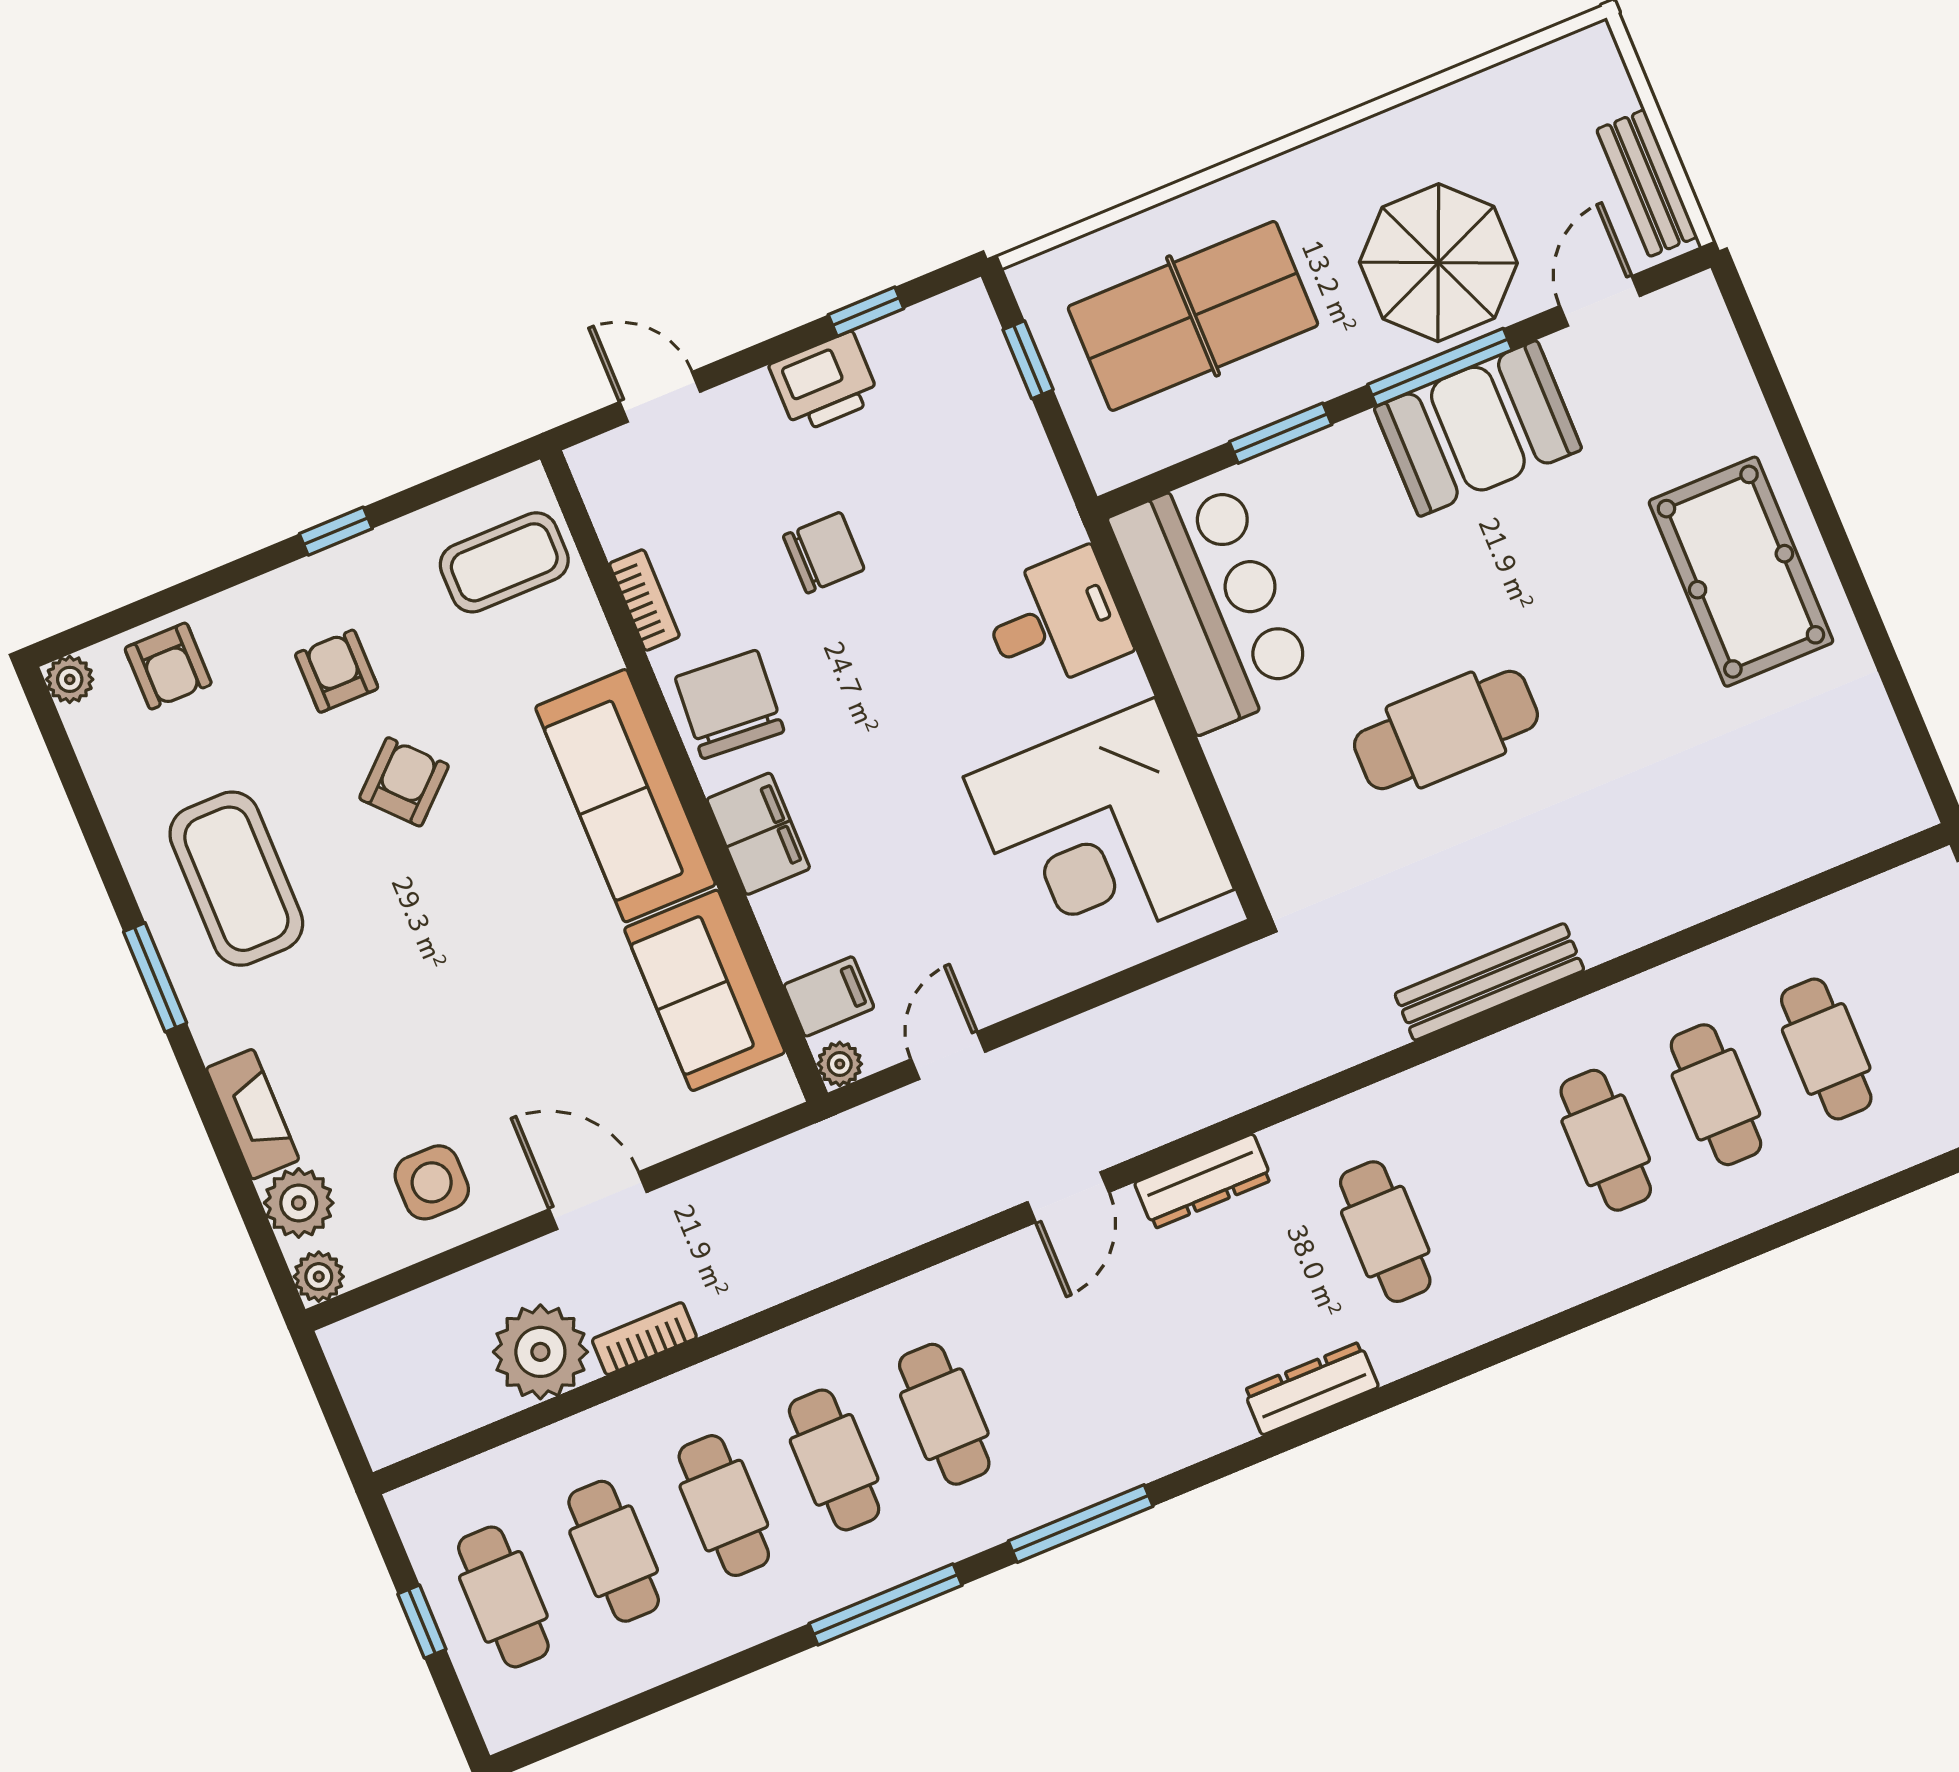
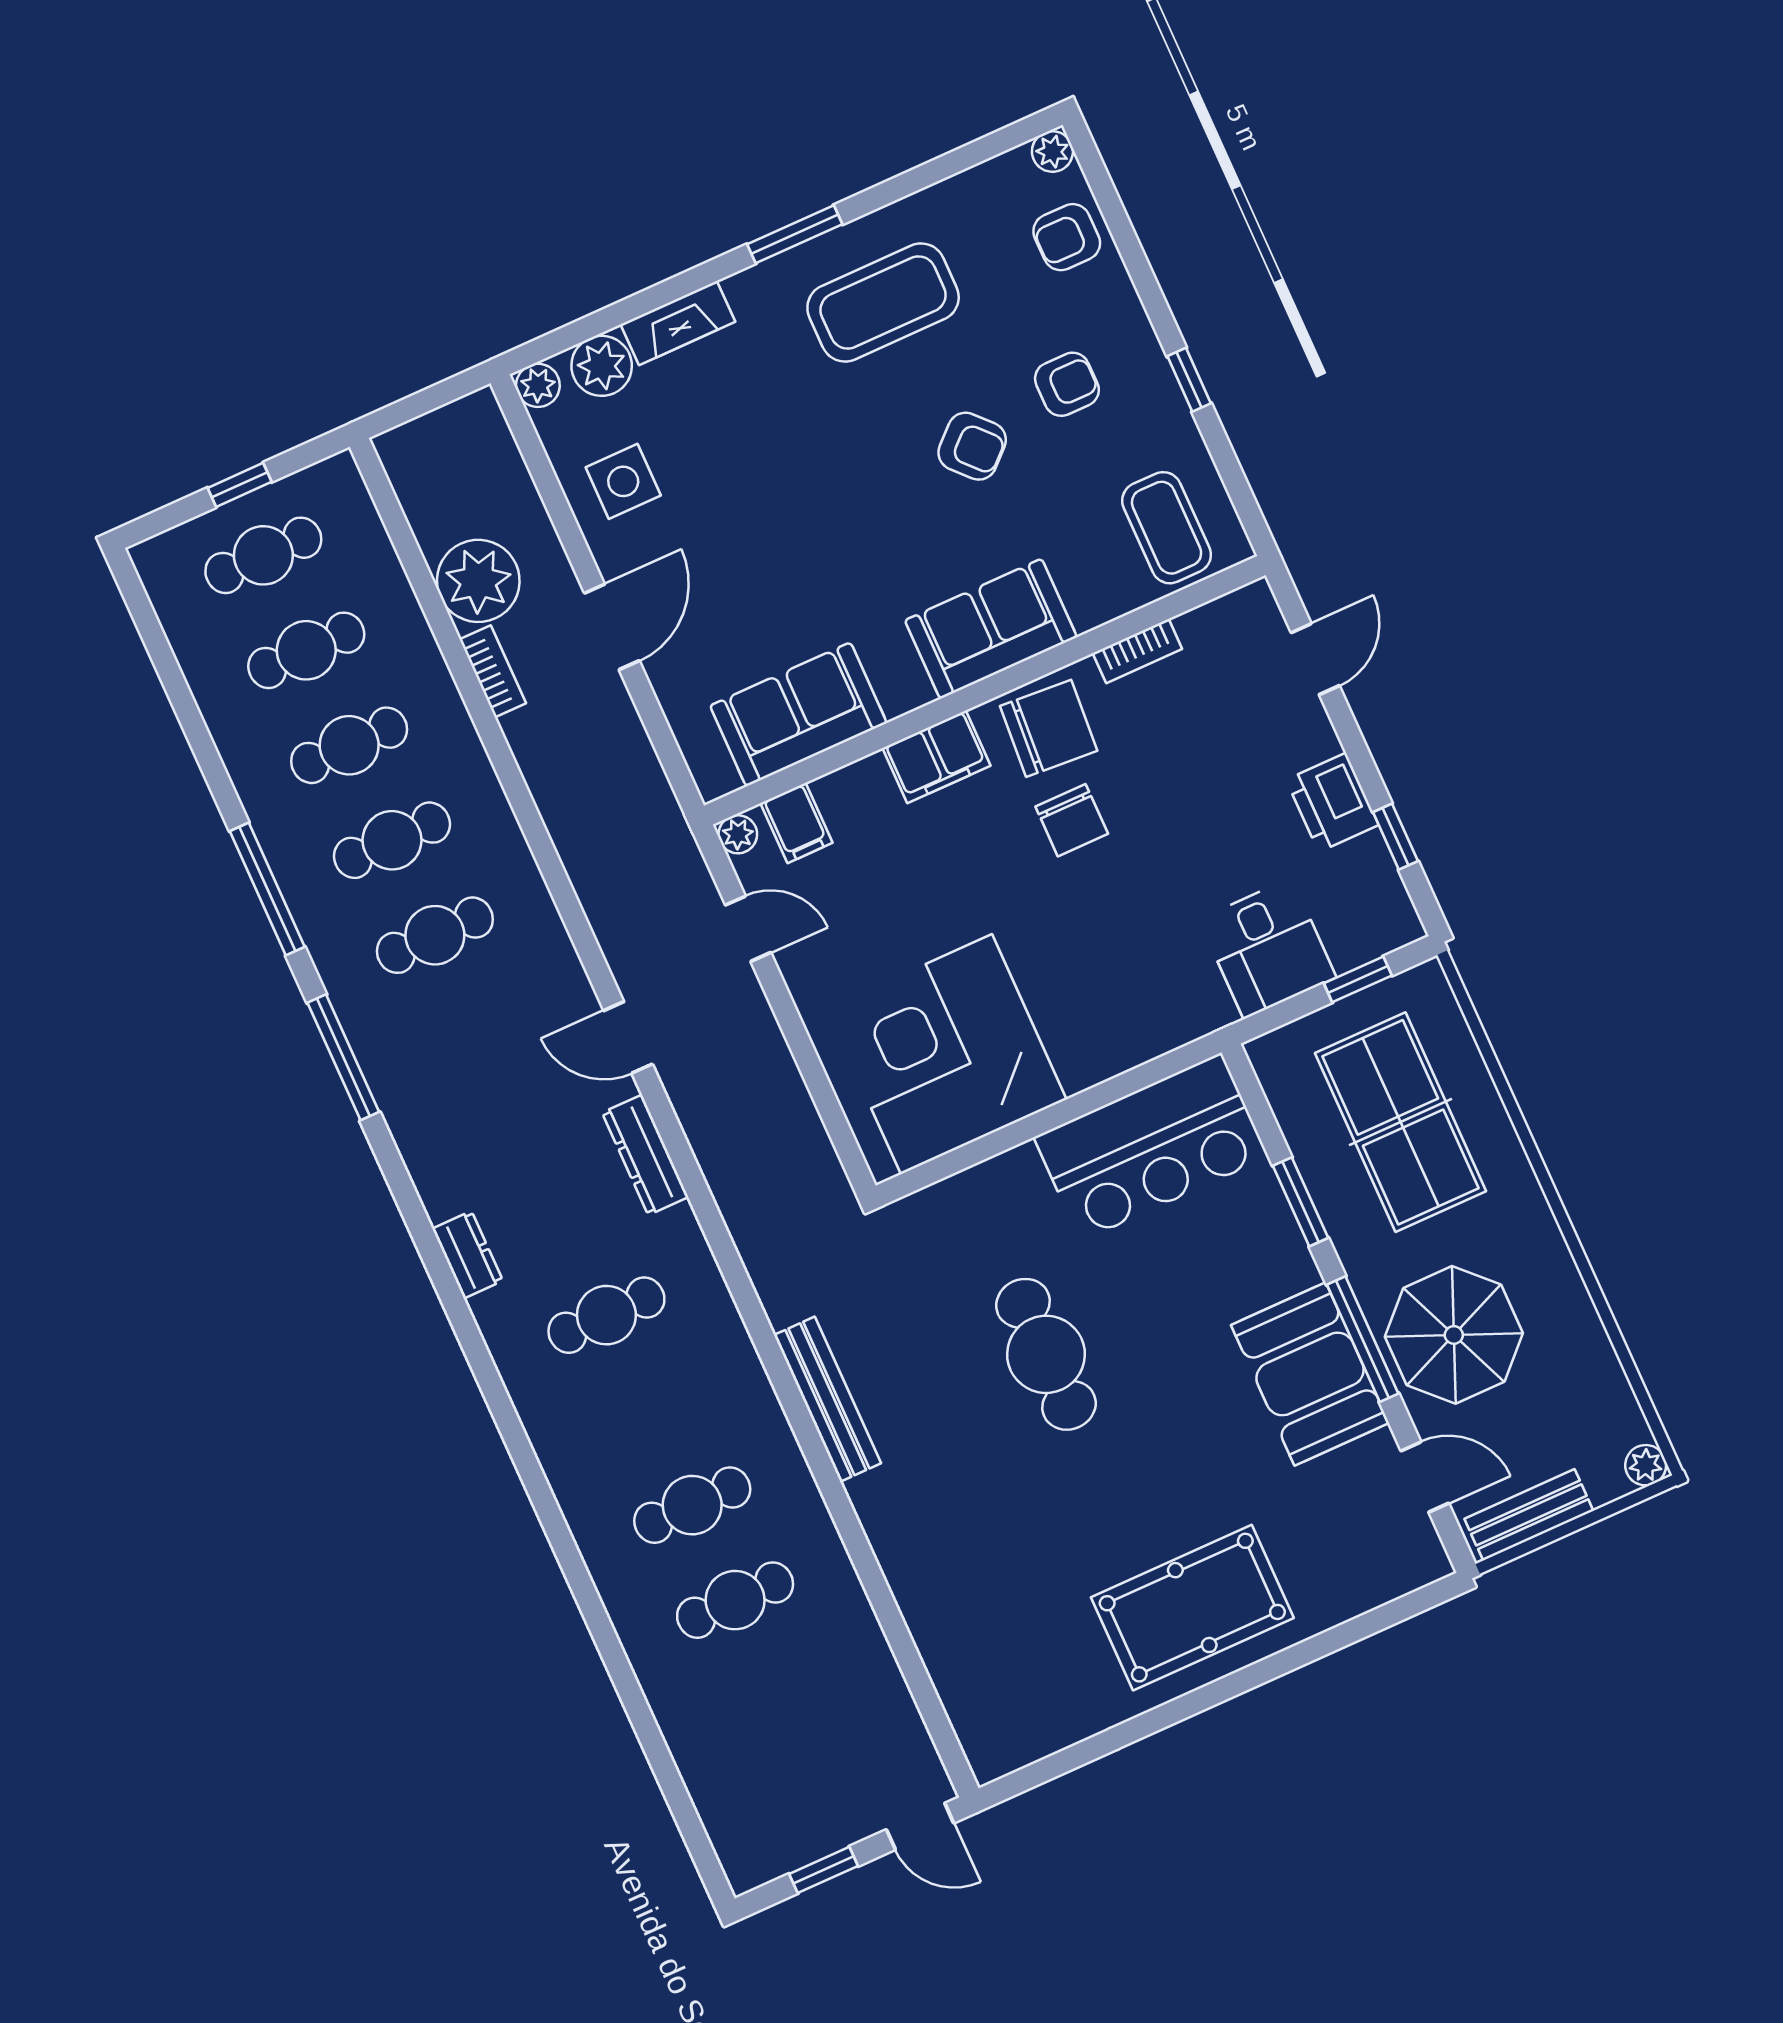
plant: (1594, 48) -> (1646, 1465), added
chair: (824, 553) -> (1072, 820), moved
desk: (1055, 621) -> (1268, 949), moved
sofa: (625, 796) -> (991, 629), width x0.73
cafe table: (1826, 1049) -> (778, 1695), removed
dresser: (1311, 1388) -> (467, 1255), width x0.70

